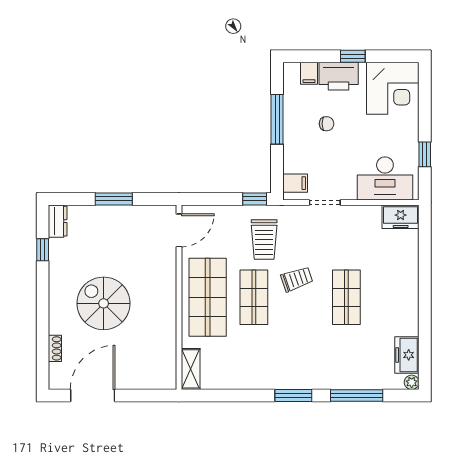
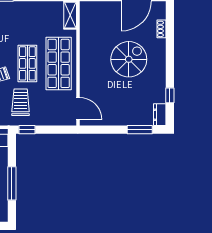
window: (114, 199) -> (140, 130), moved
door: (179, 230) -> (78, 109), swing flipped
spiral stairs: (104, 303) -> (129, 59), turned -90

